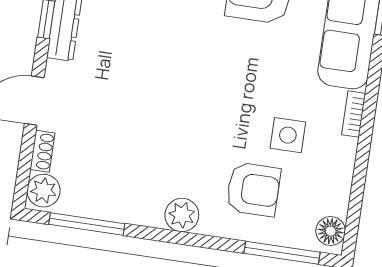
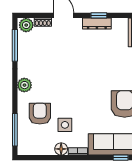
armchair: (253, 189) -> (40, 114), turned 180
floor lamp: (331, 231) -> (61, 149), moved

